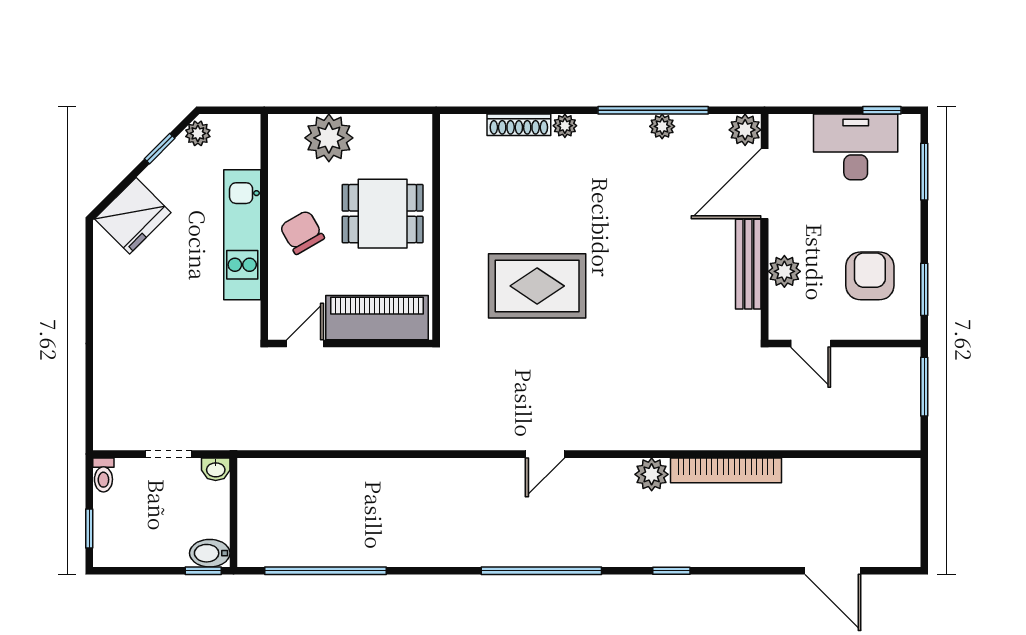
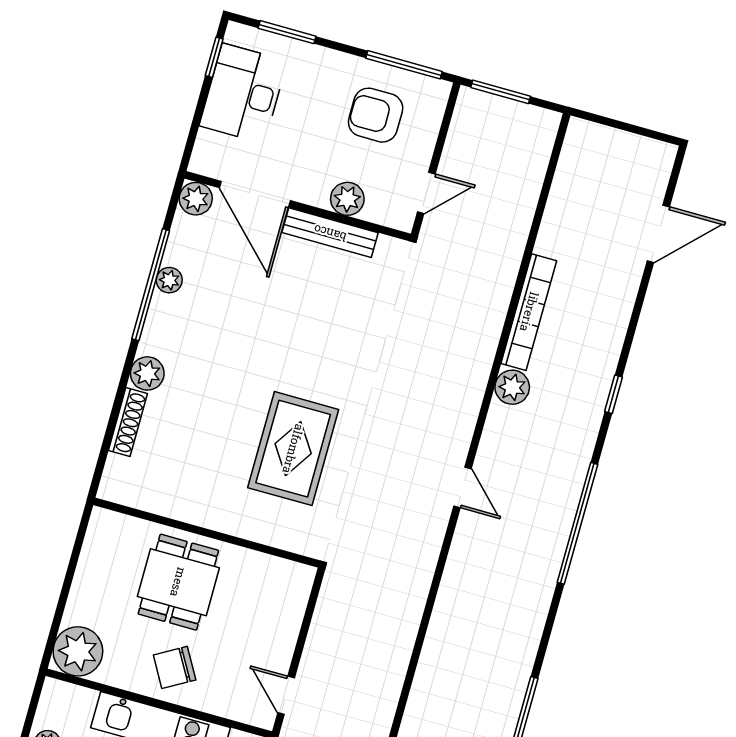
plant: (565, 126) -> (147, 373), width x1.38, depth x1.38
plant: (329, 138) -> (78, 651), moved
window: (924, 289) -> (404, 65), width x1.44
piano: (377, 318) -> (280, 617), removed

